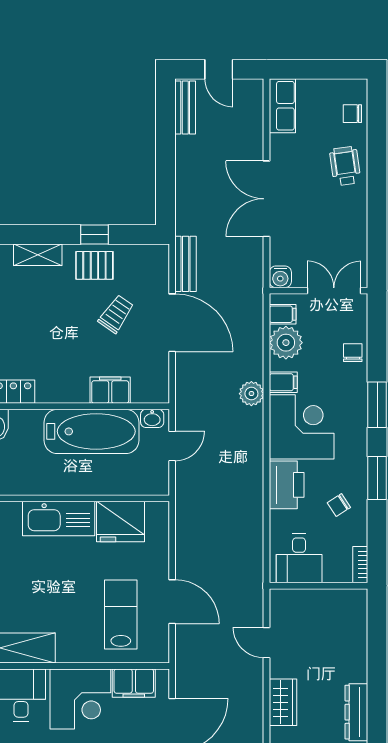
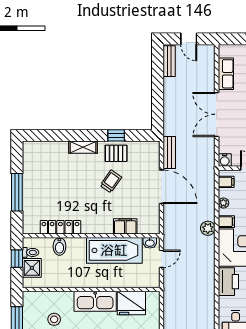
row of seats: (282, 106) -> (226, 74), moved
trolley: (116, 314) -> (111, 181), moved
plant: (286, 343) -> (223, 203), width x0.53, depth x0.53

